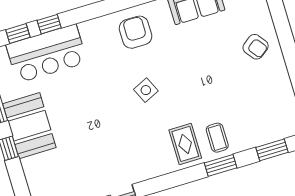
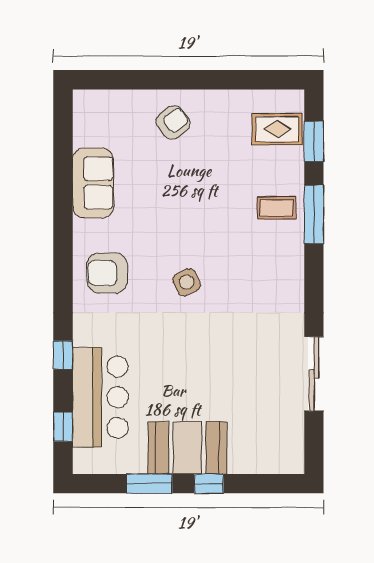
window: (49, 24) -> (63, 355), moved
rug: (185, 144) -> (277, 129), moved
window: (221, 165) -> (314, 214), width x1.44

